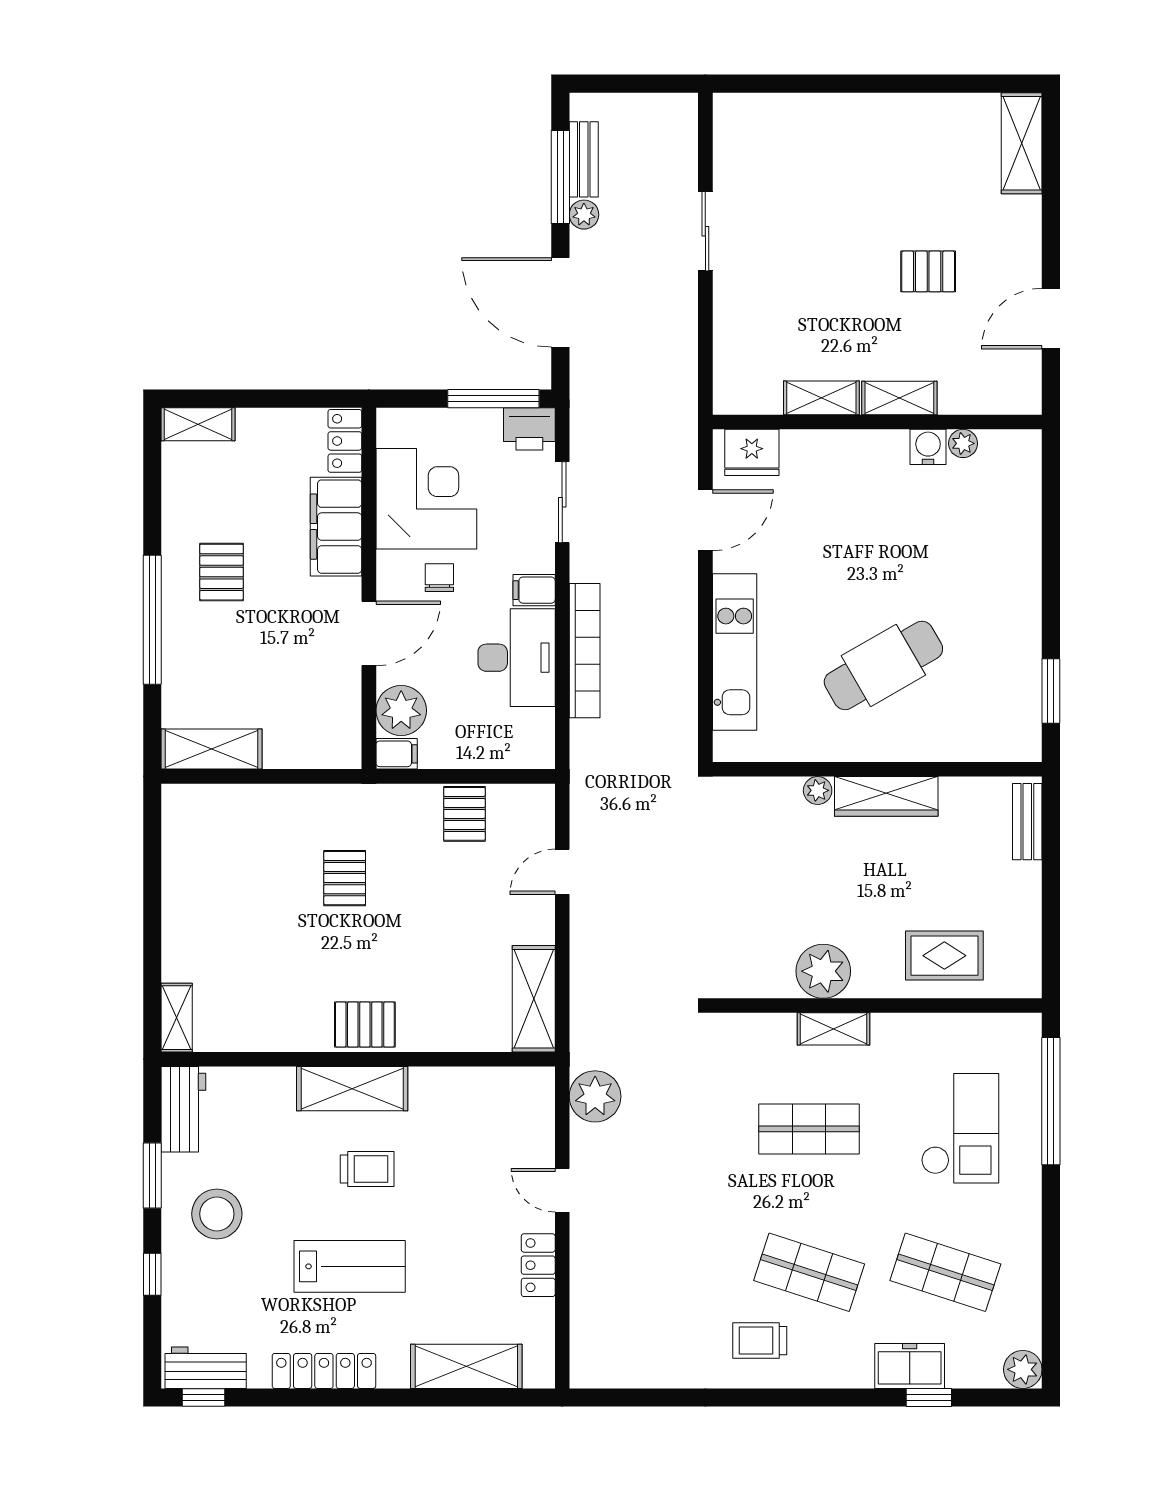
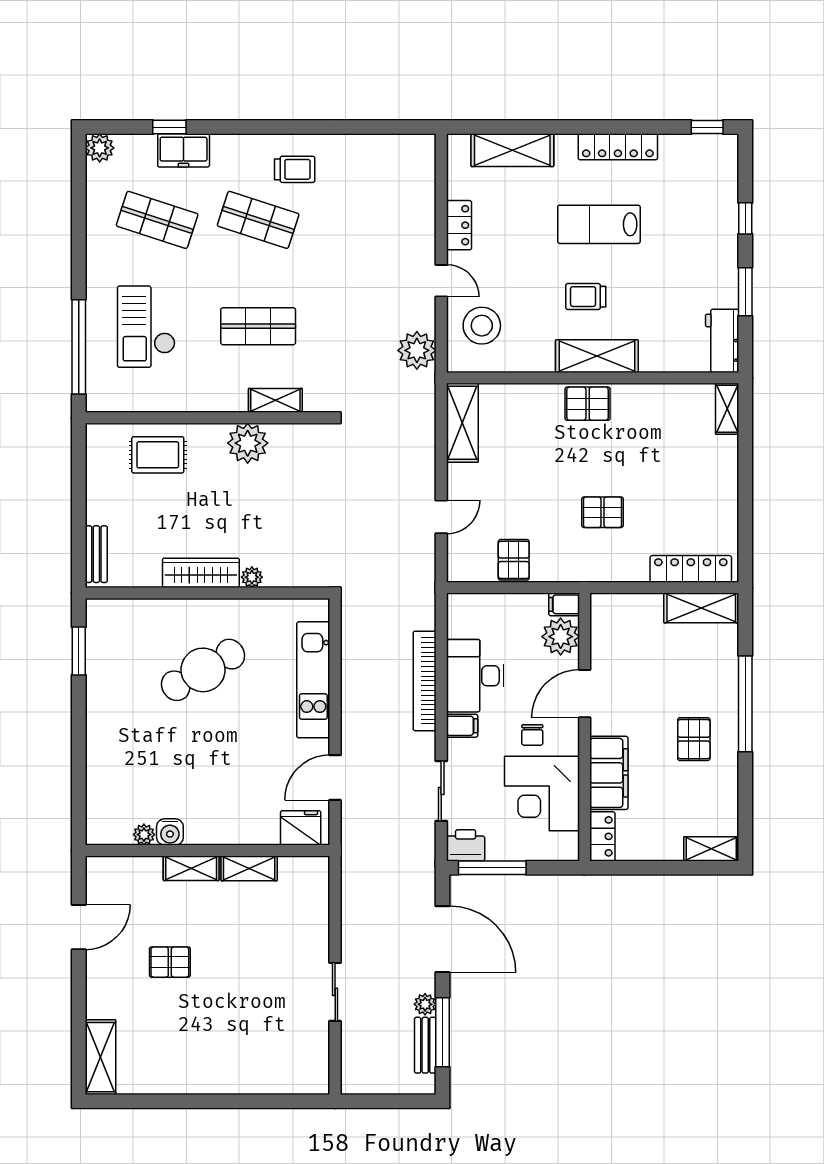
locker: (226, 802) -> (691, 569), added
pallet: (345, 878) -> (602, 512), turned 90
shelving: (833, 1029) -> (275, 400), moved
stool: (217, 1214) -> (482, 326), moved
workbench: (206, 1368) -> (706, 149), removed

